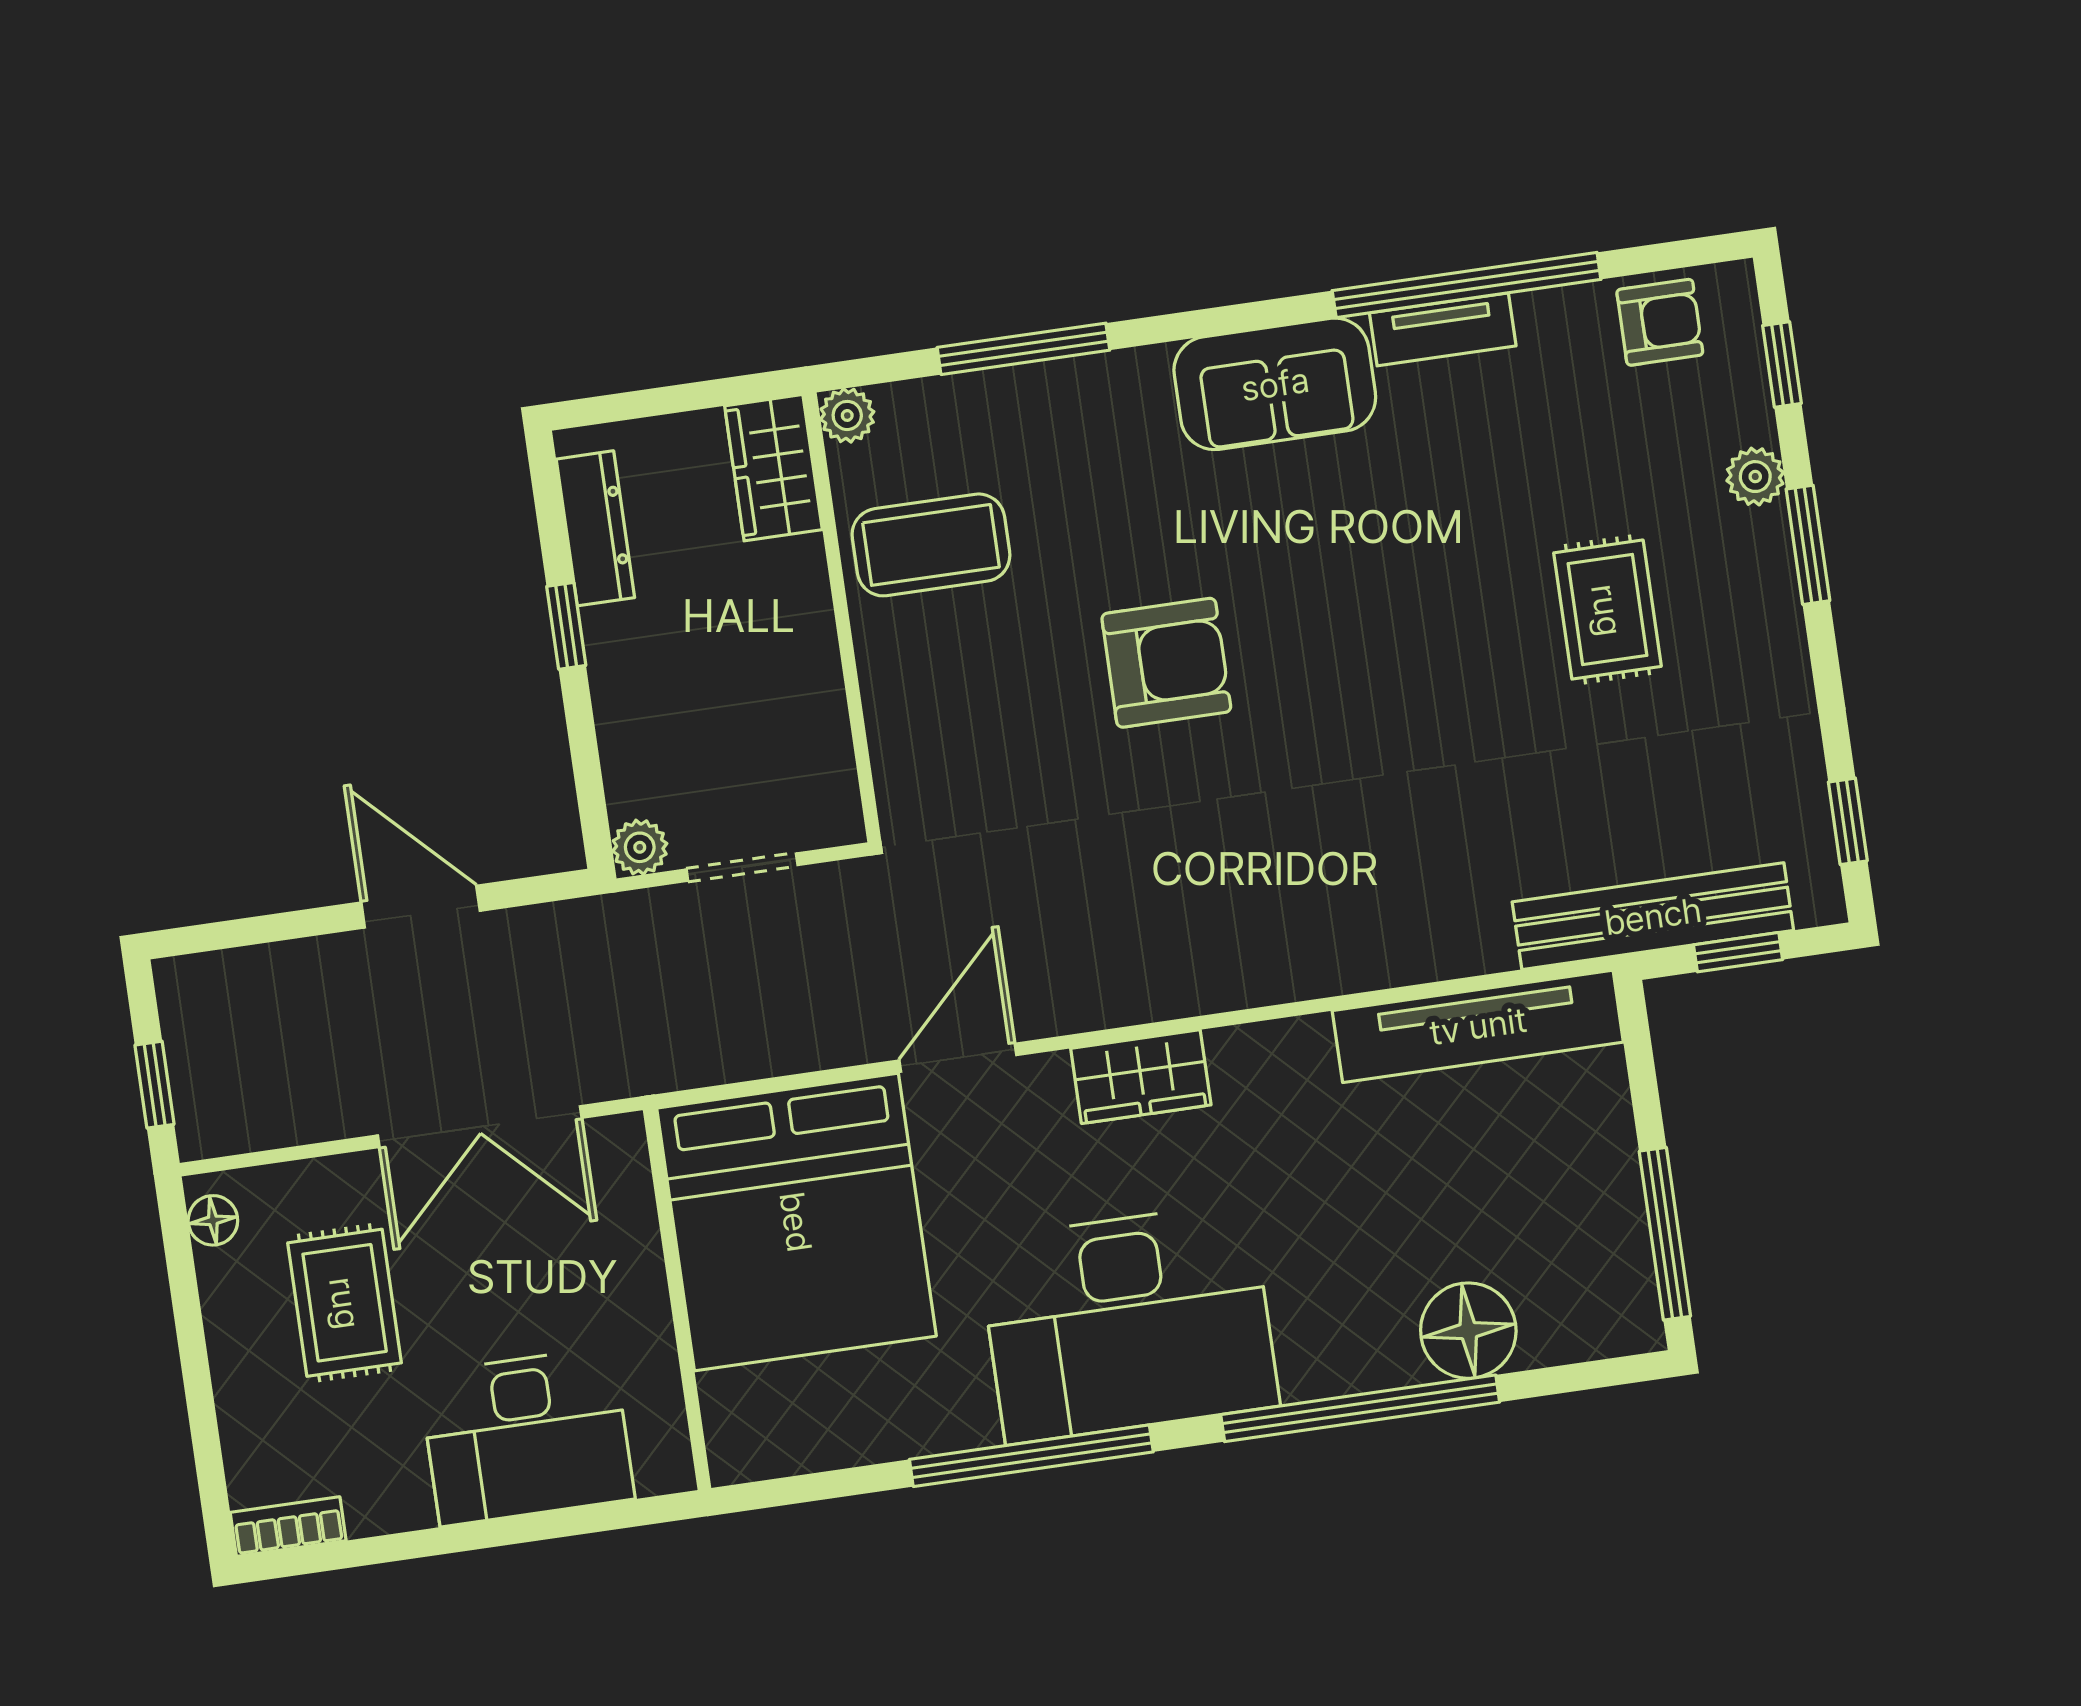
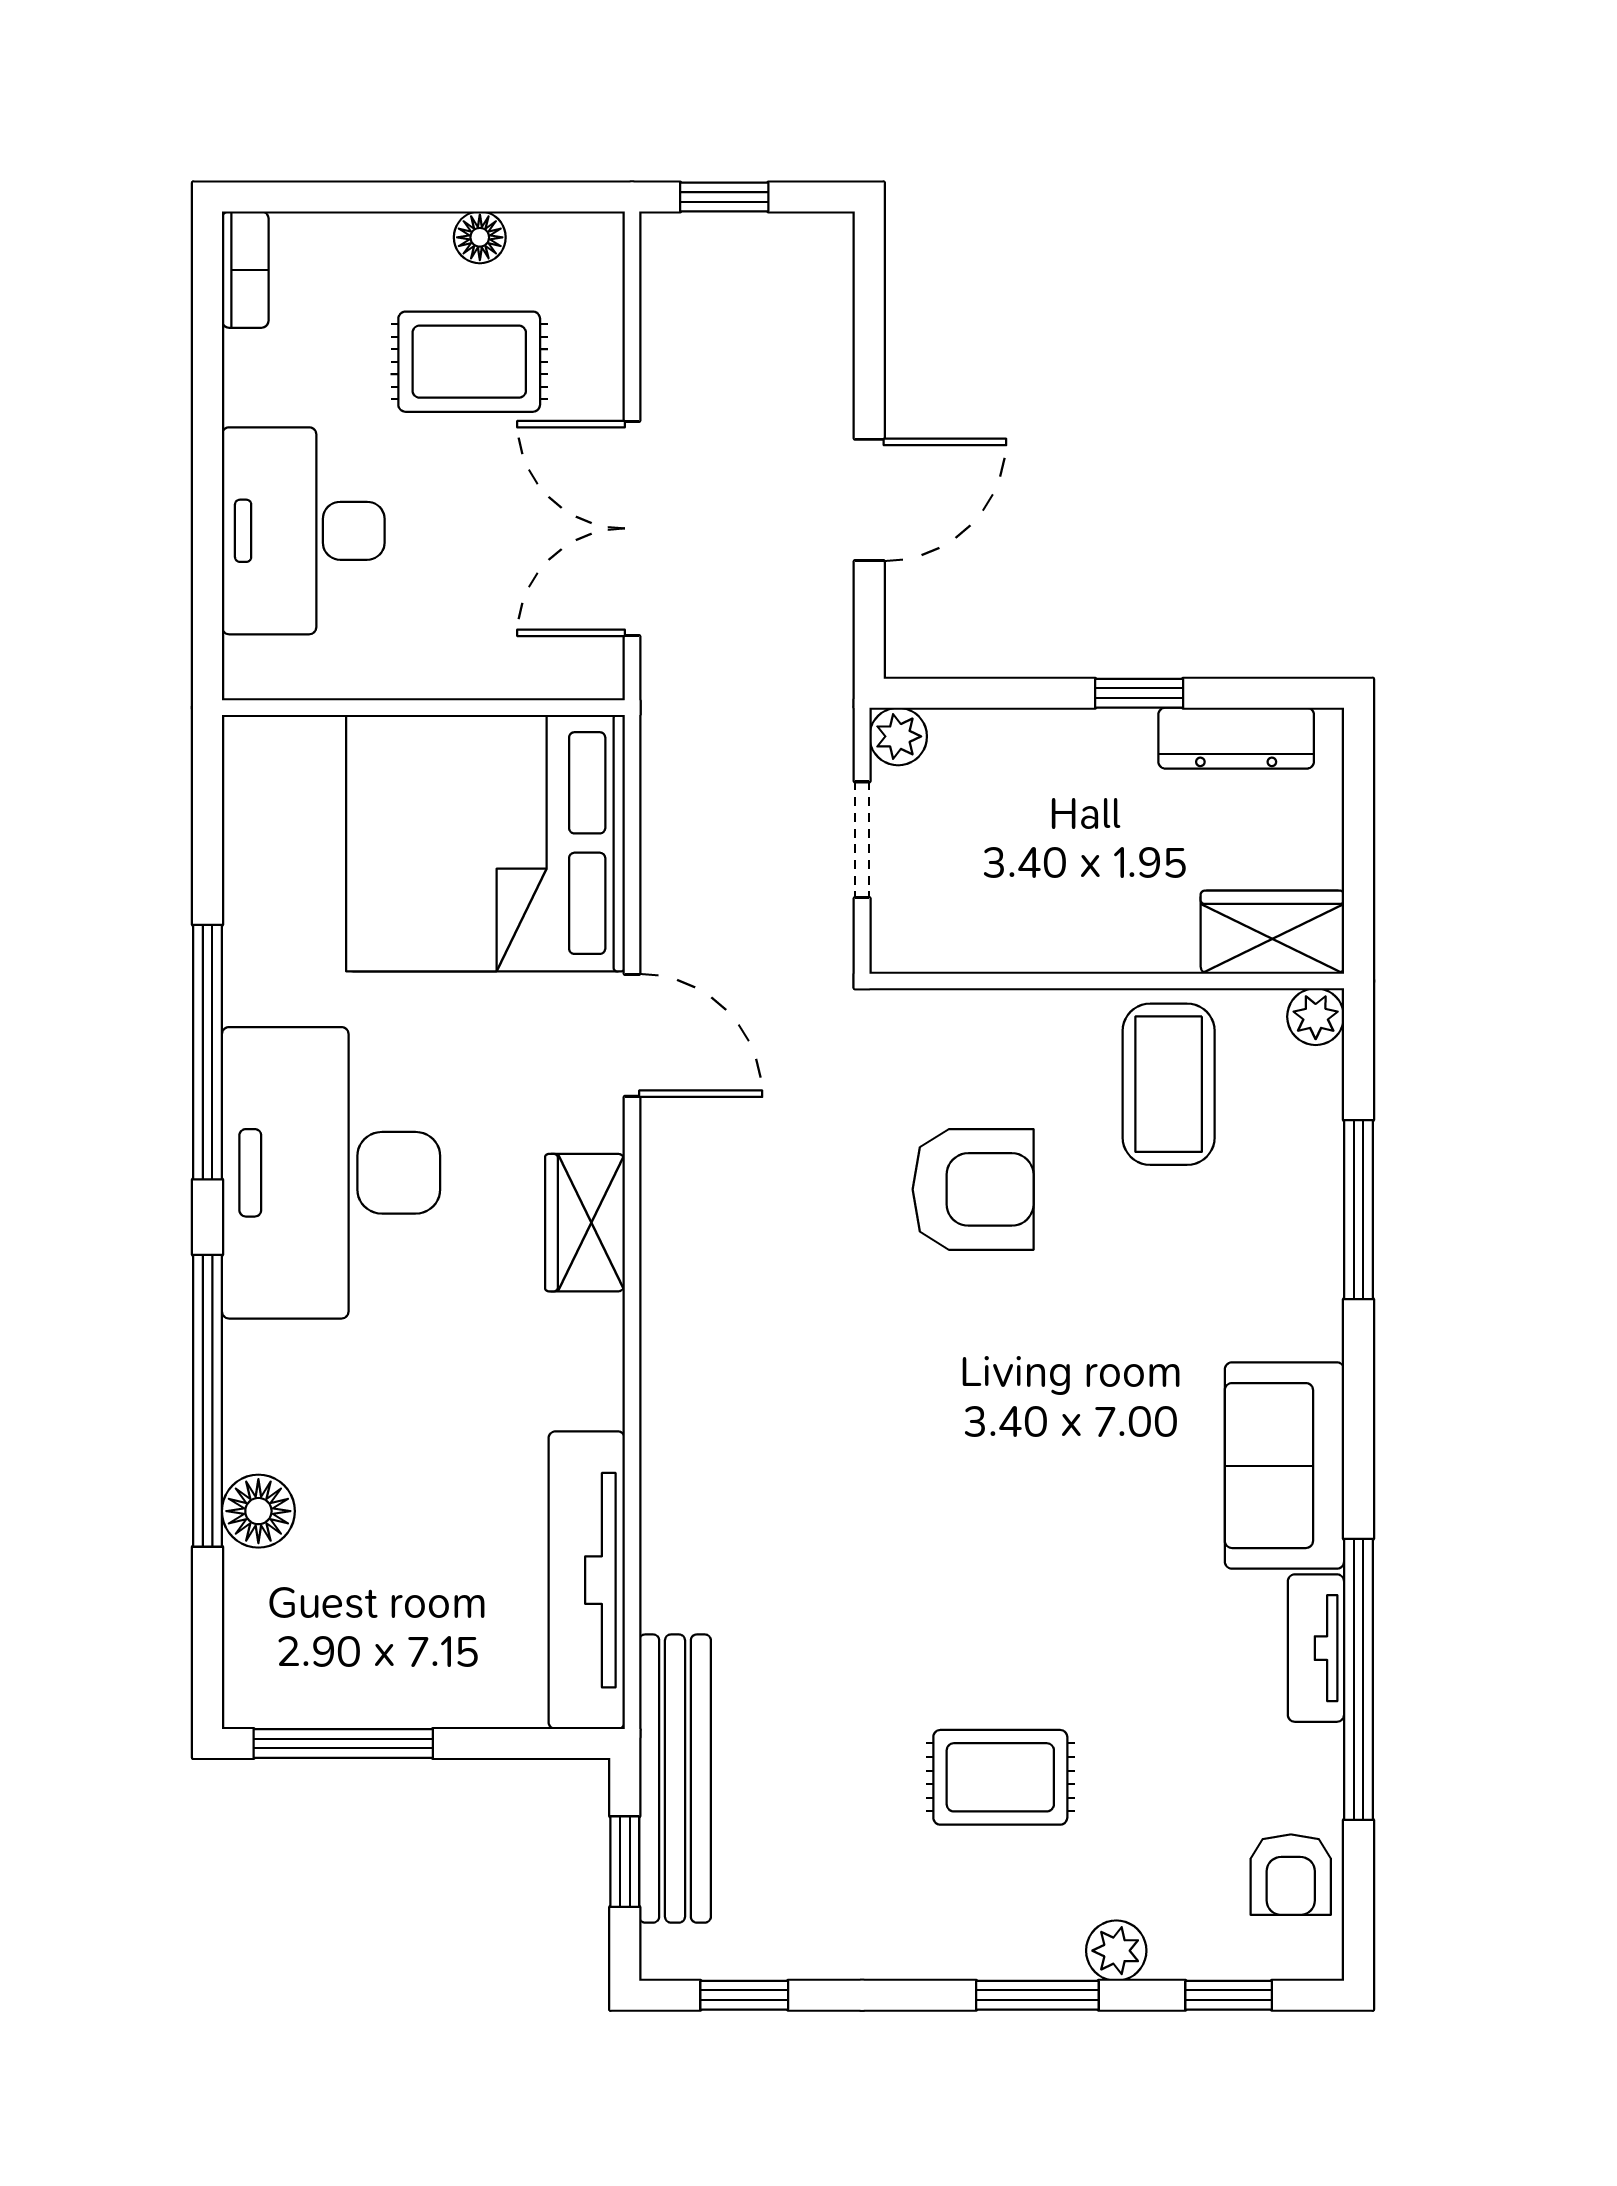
armchair: (1166, 663) -> (973, 1189), moved, turned -90
floor lamp: (213, 1220) -> (480, 237), moved
floor lamp: (1468, 1331) -> (258, 1511), width x0.73, depth x0.73

